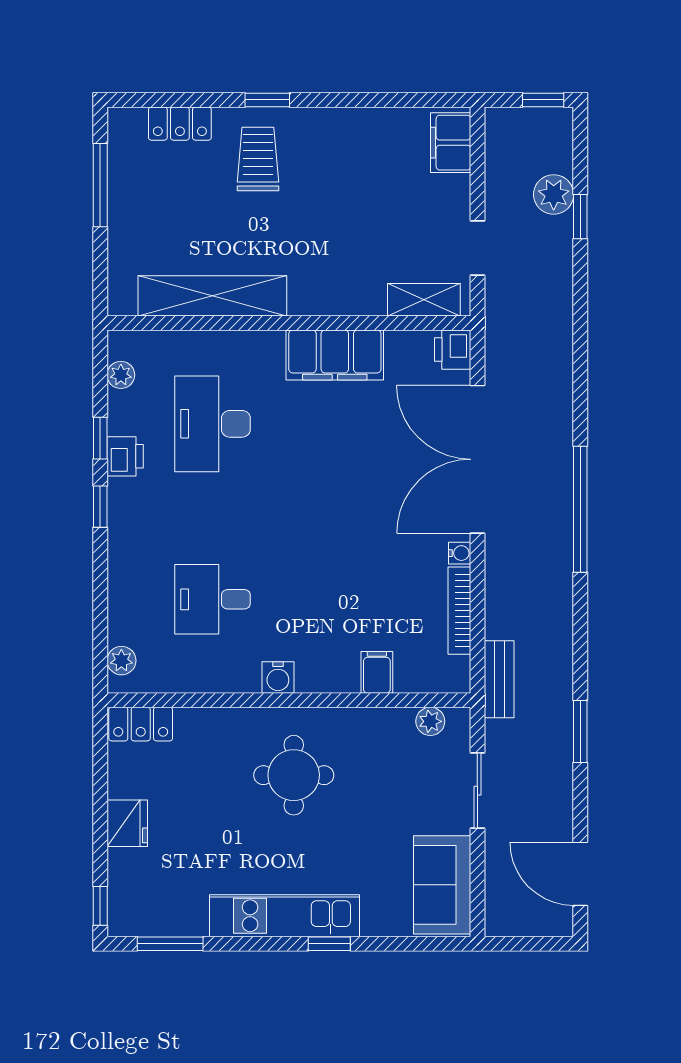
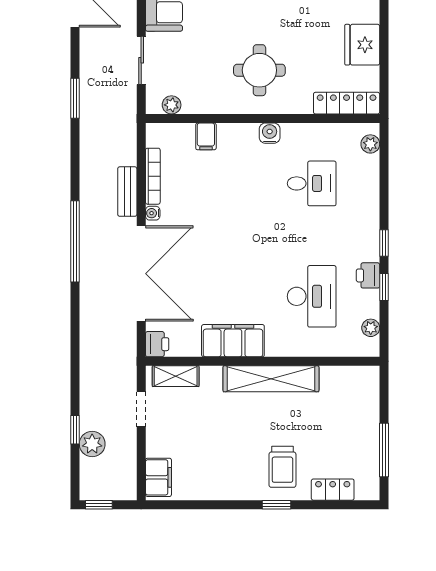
shelving: (212, 296) -> (271, 379), moved
bench: (499, 679) -> (127, 192), moved
locker: (141, 724) -> (347, 103), width x1.53
fridge: (127, 823) -> (362, 45), width x1.36, depth x1.34

